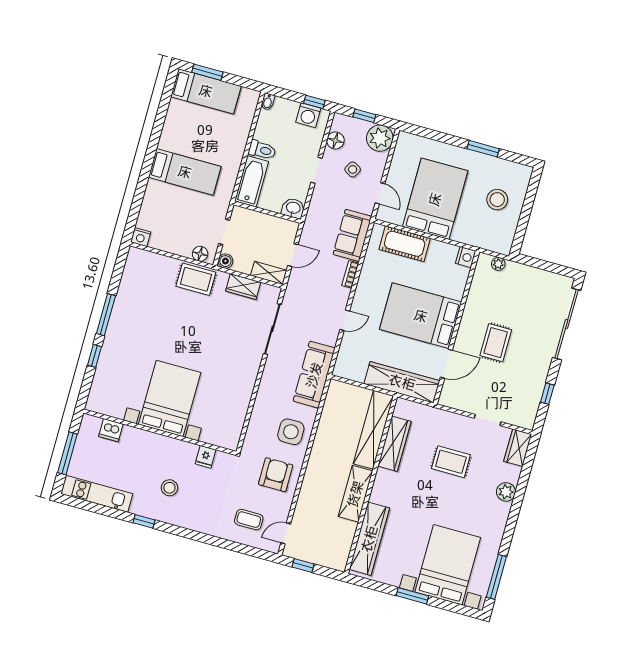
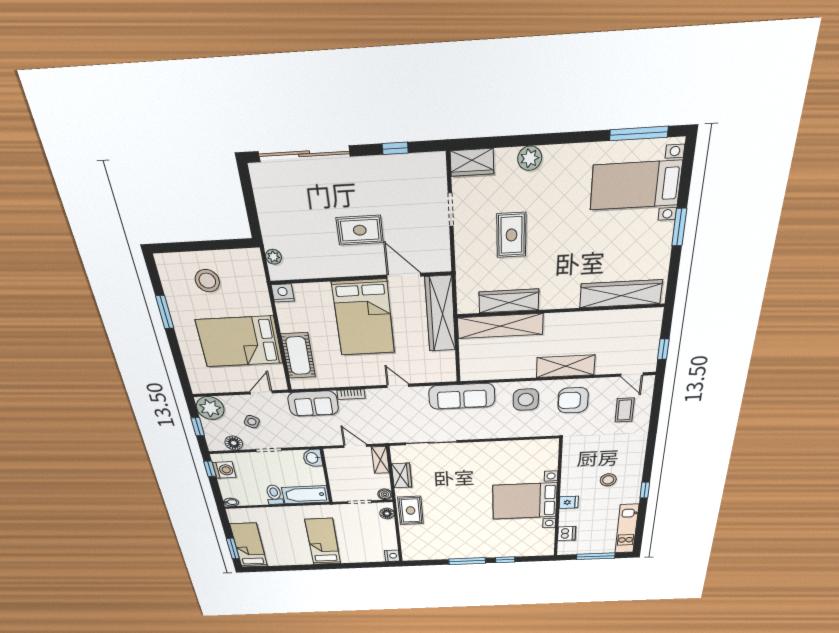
fridge: (206, 457) -> (569, 502), moved
shelving: (355, 494) -> (566, 366), moved
bed with nightstands: (448, 565) -> (636, 185), width x0.73

